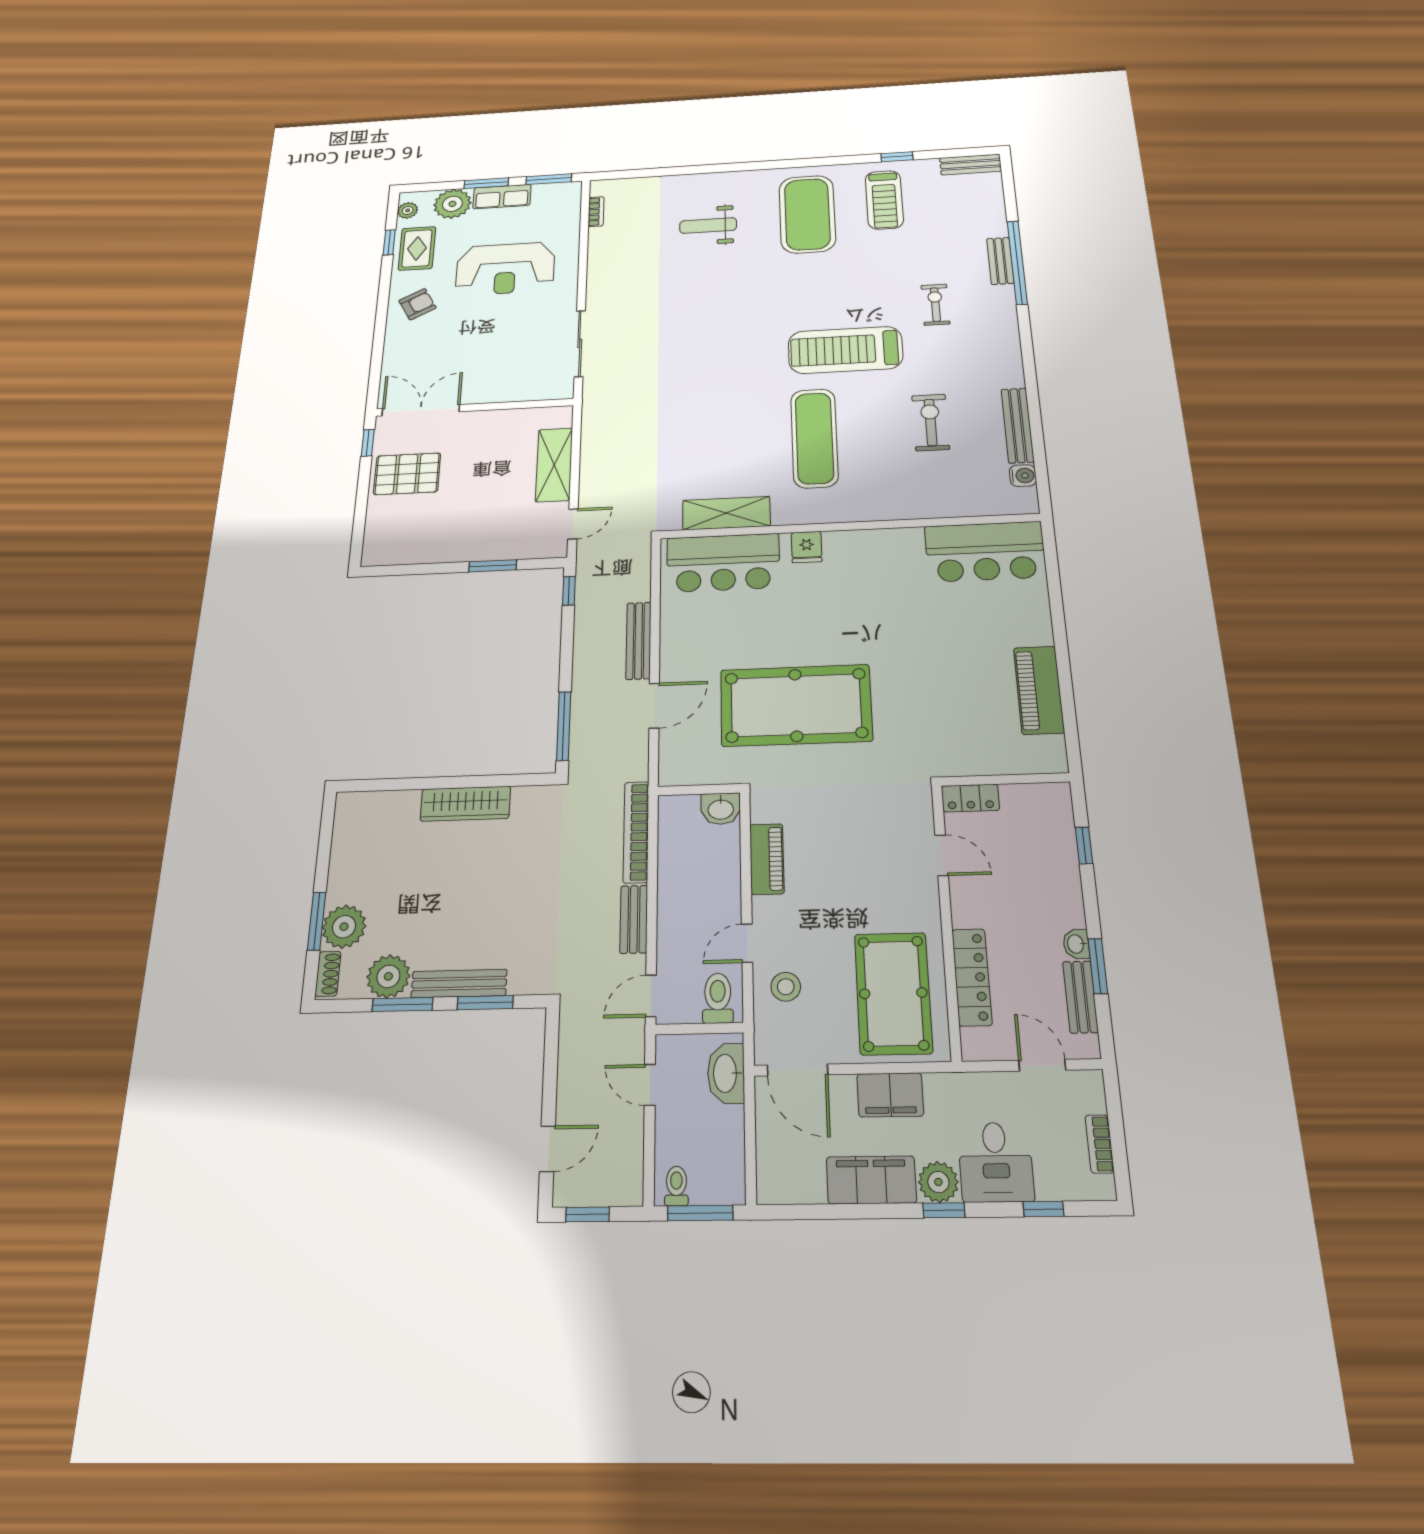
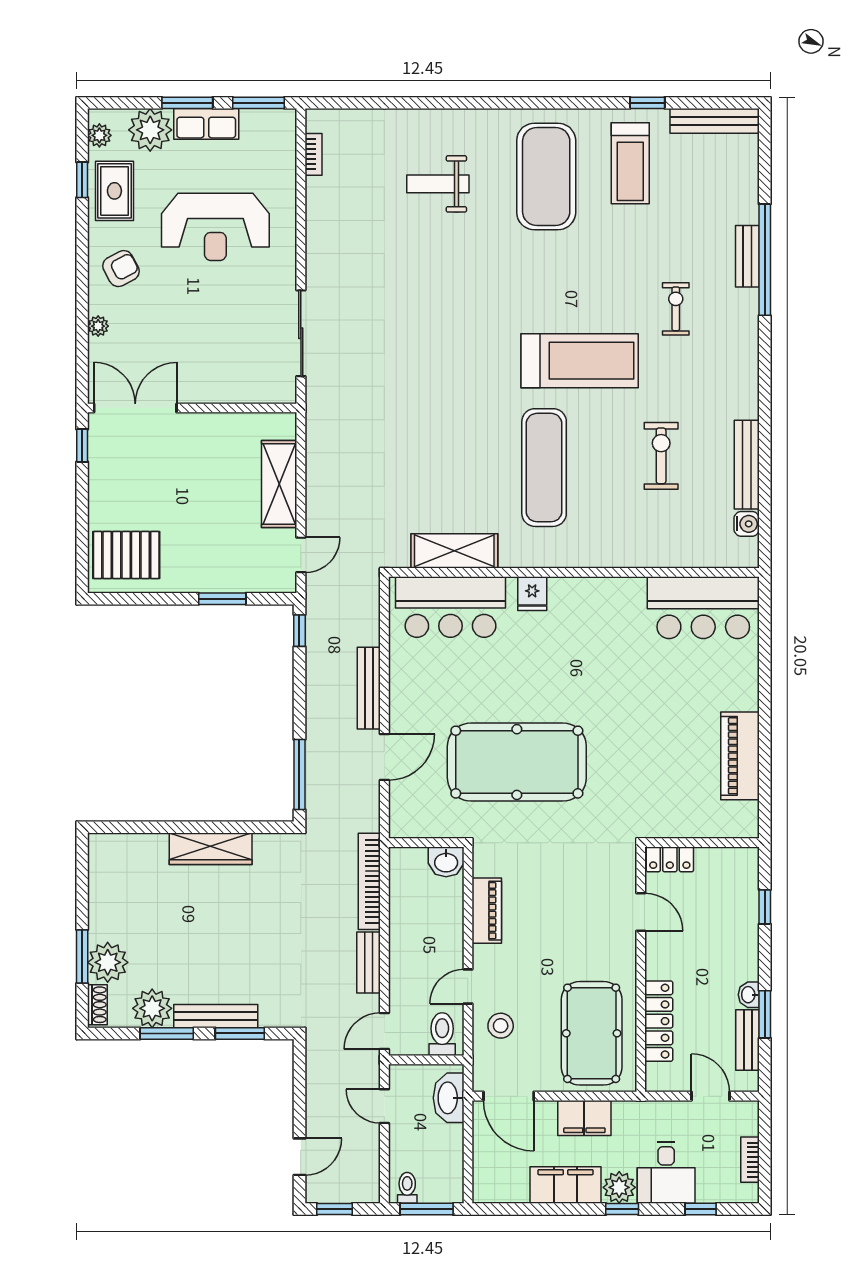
bench: (970, 165) -> (715, 121), width x1.36
plant: (392, 348) -> (98, 326), added
treadmill: (845, 350) -> (580, 361), turned 180
pallet: (407, 474) -> (126, 555), moved

